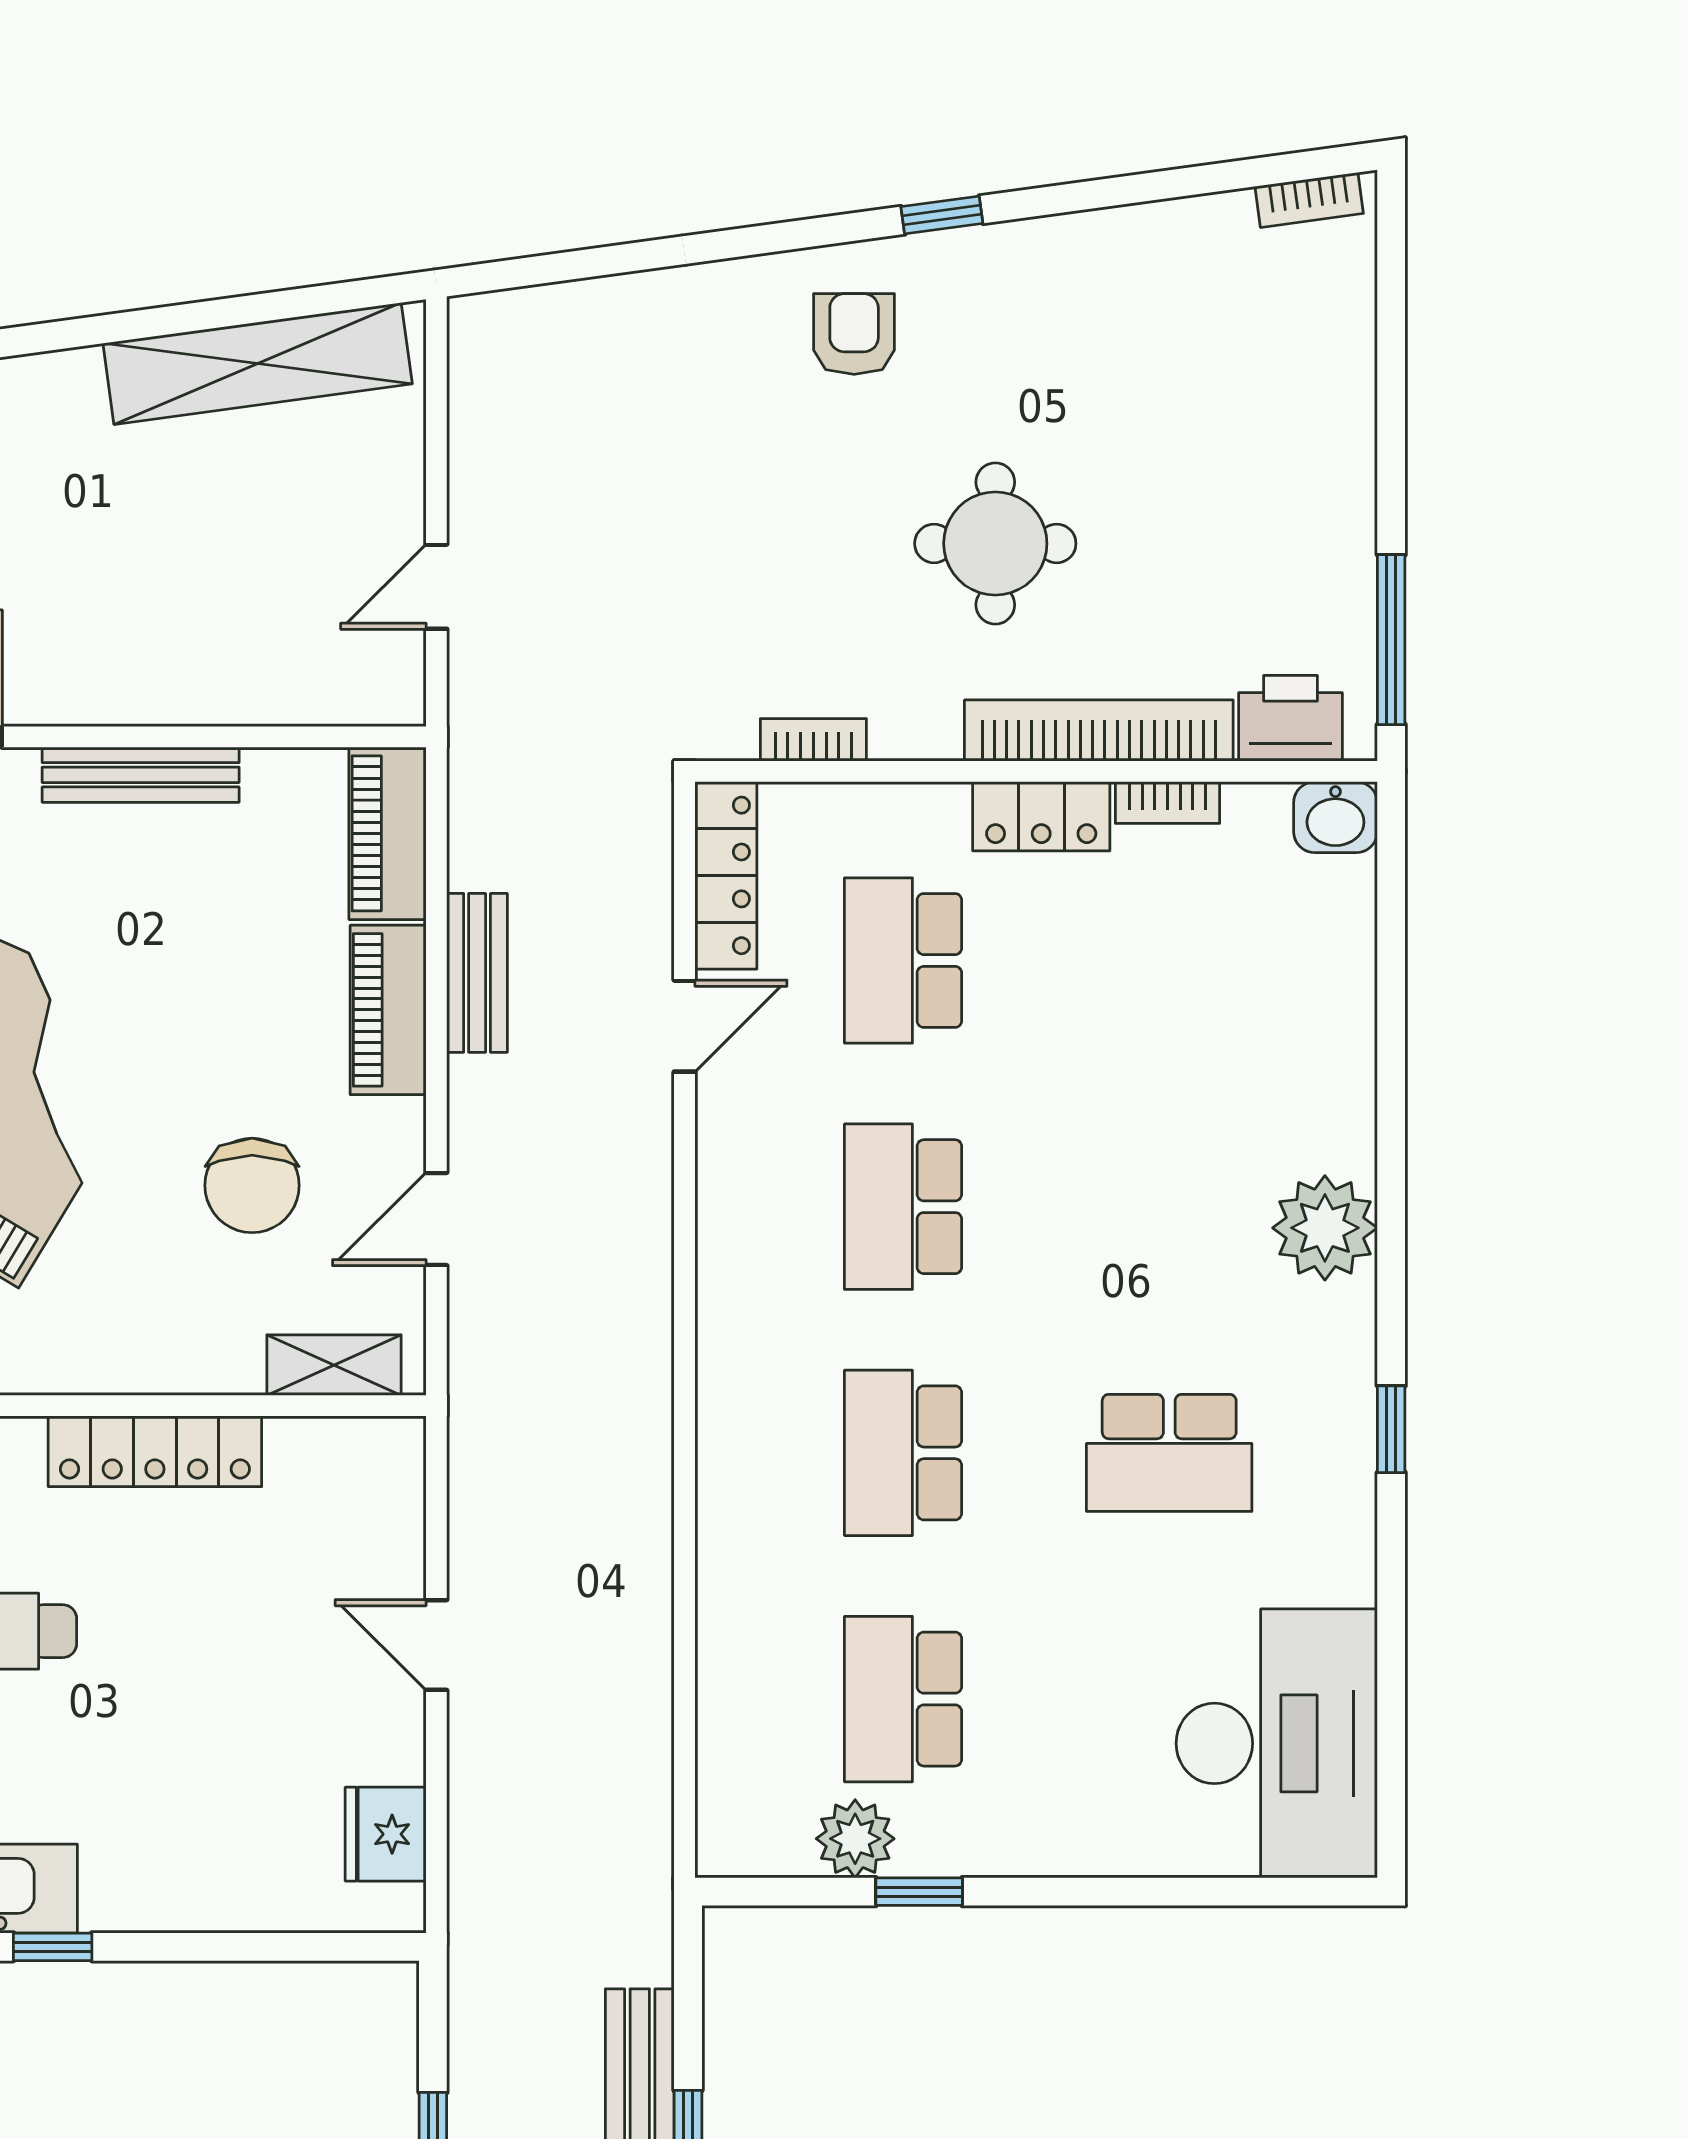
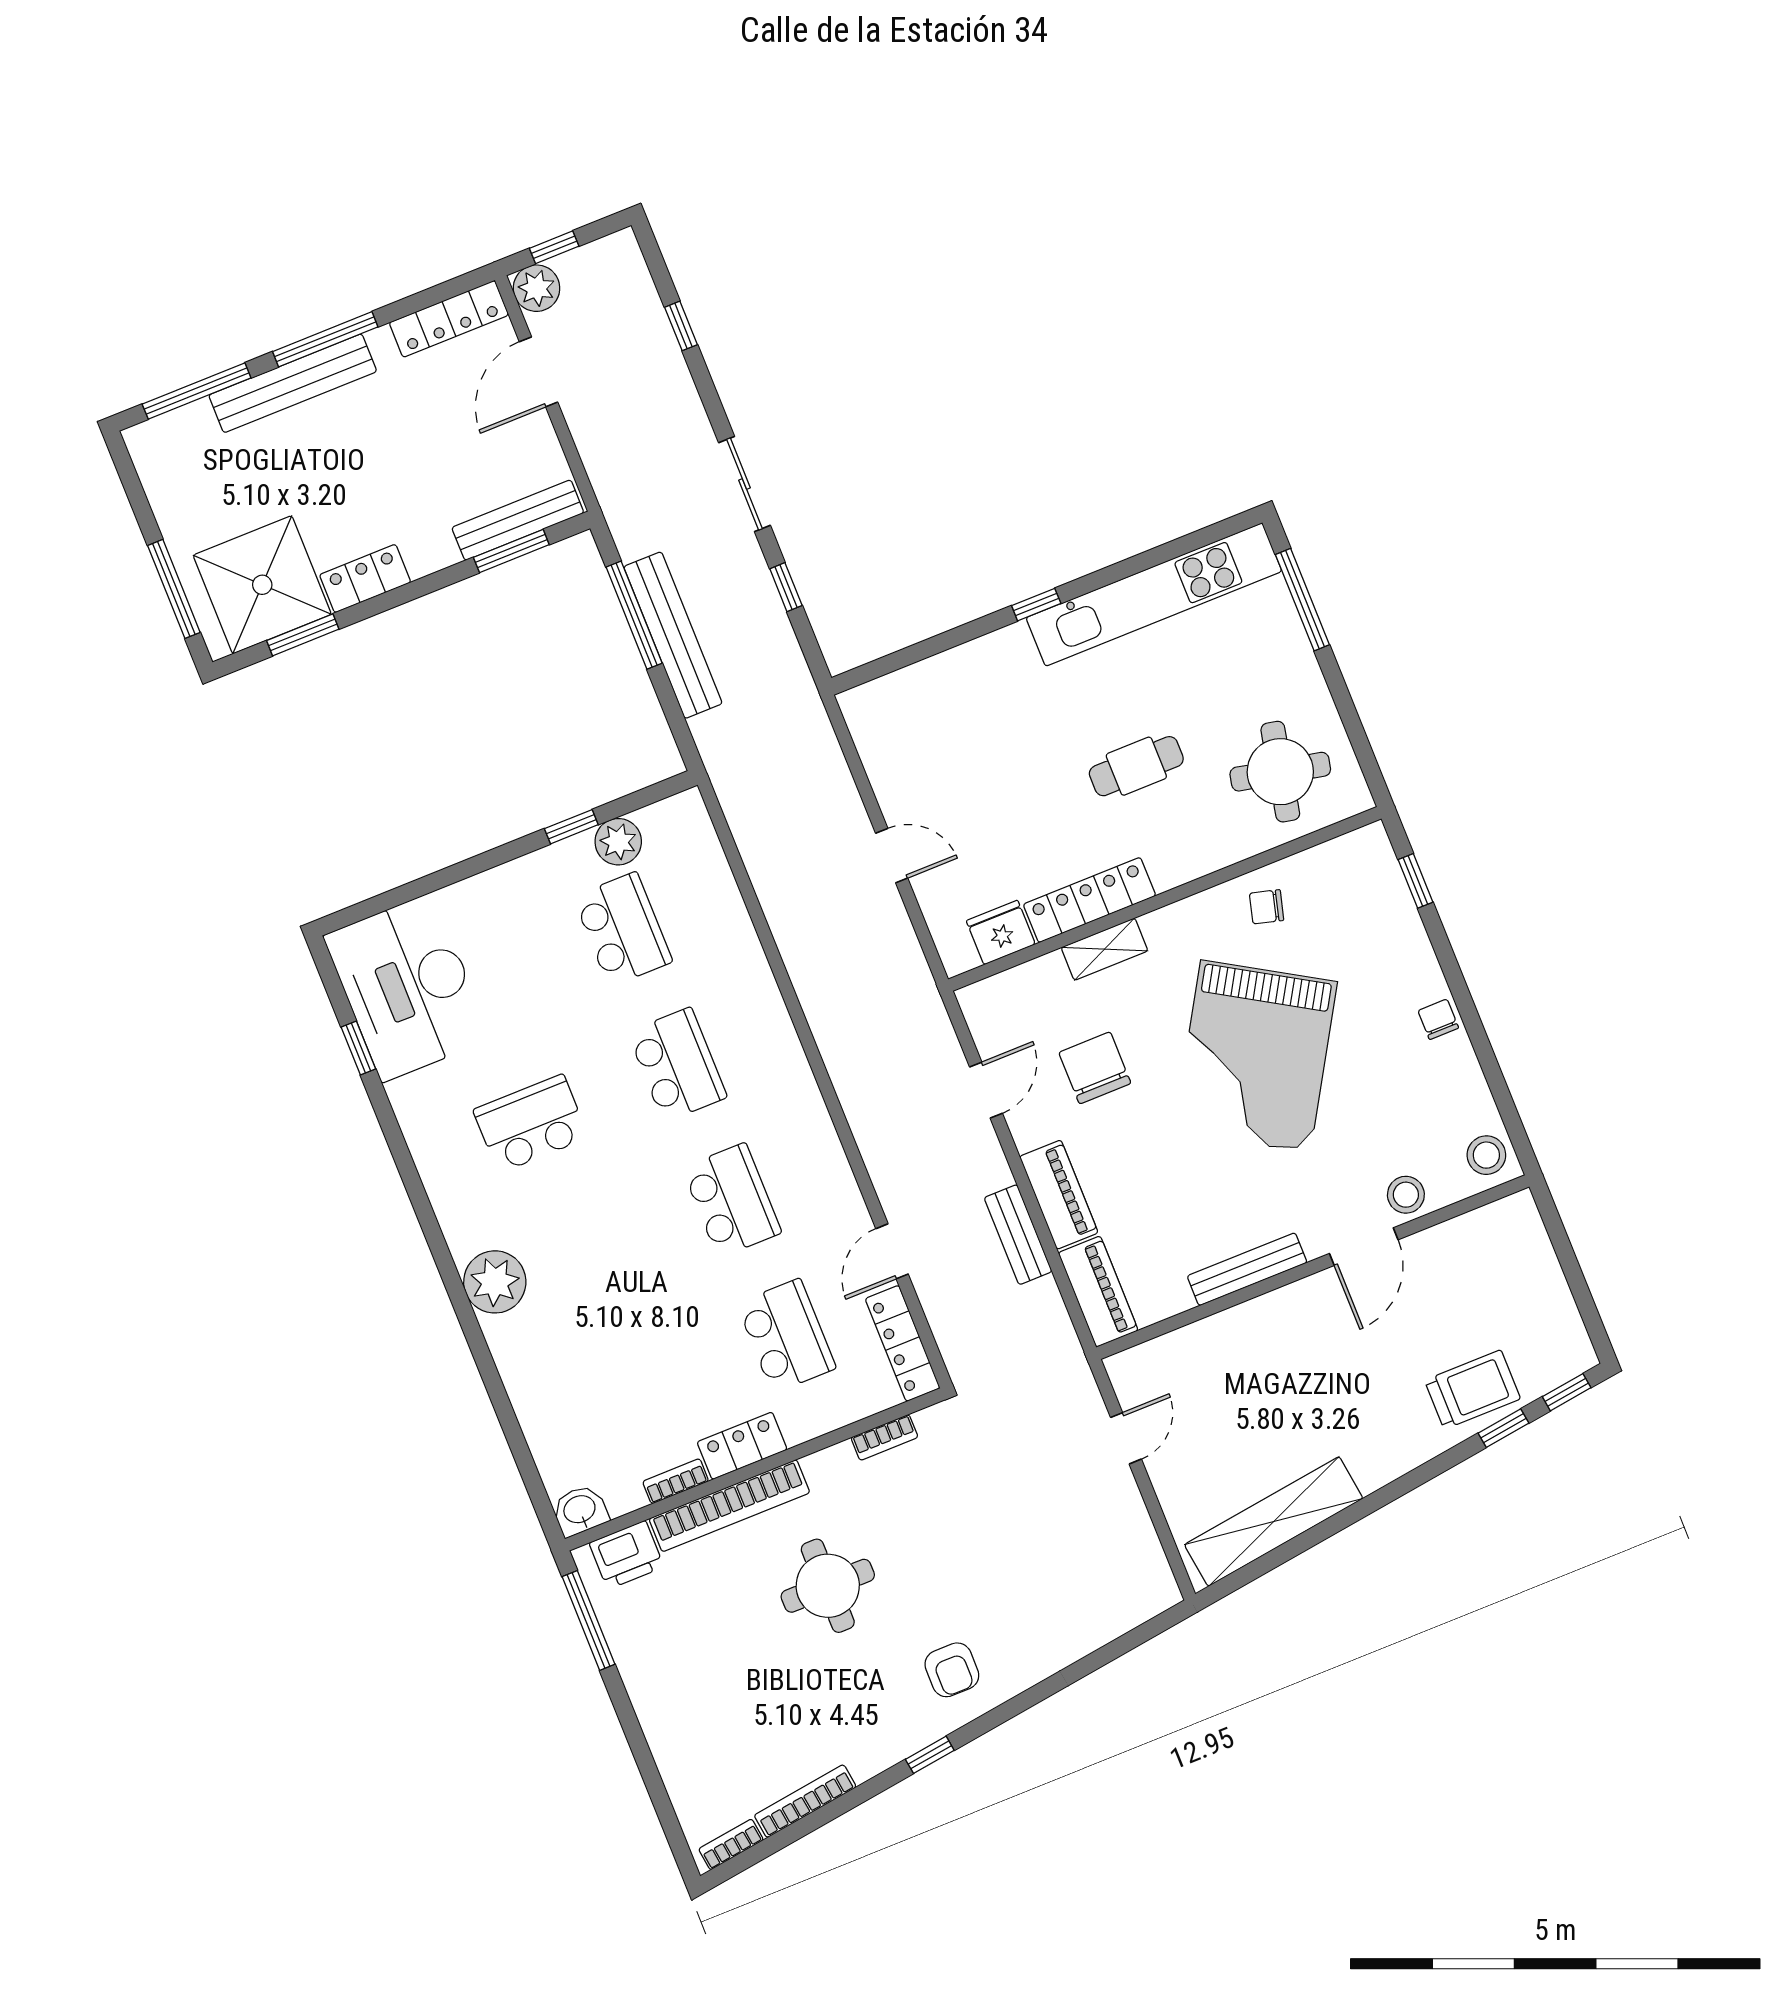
bookcase: (1166, 221) -> (805, 1801), added
shelving: (334, 1365) -> (1104, 949), moved
window: (1391, 1429) -> (358, 1048), moved
fridge: (386, 1834) -> (1001, 932), moved, turned -90

